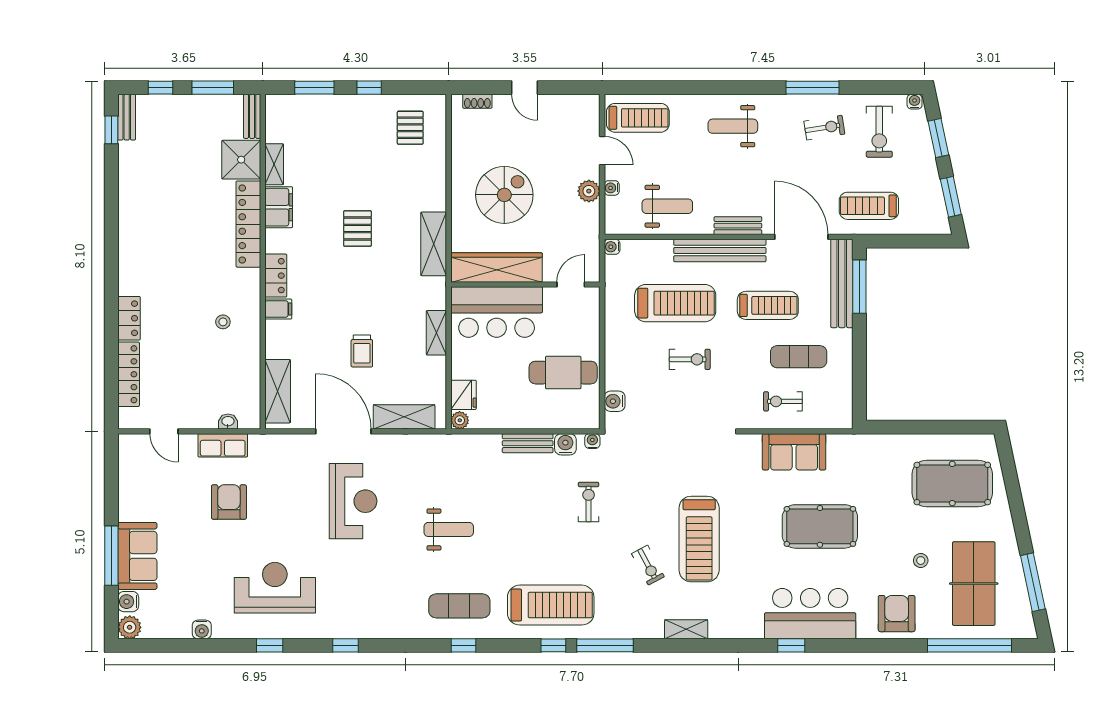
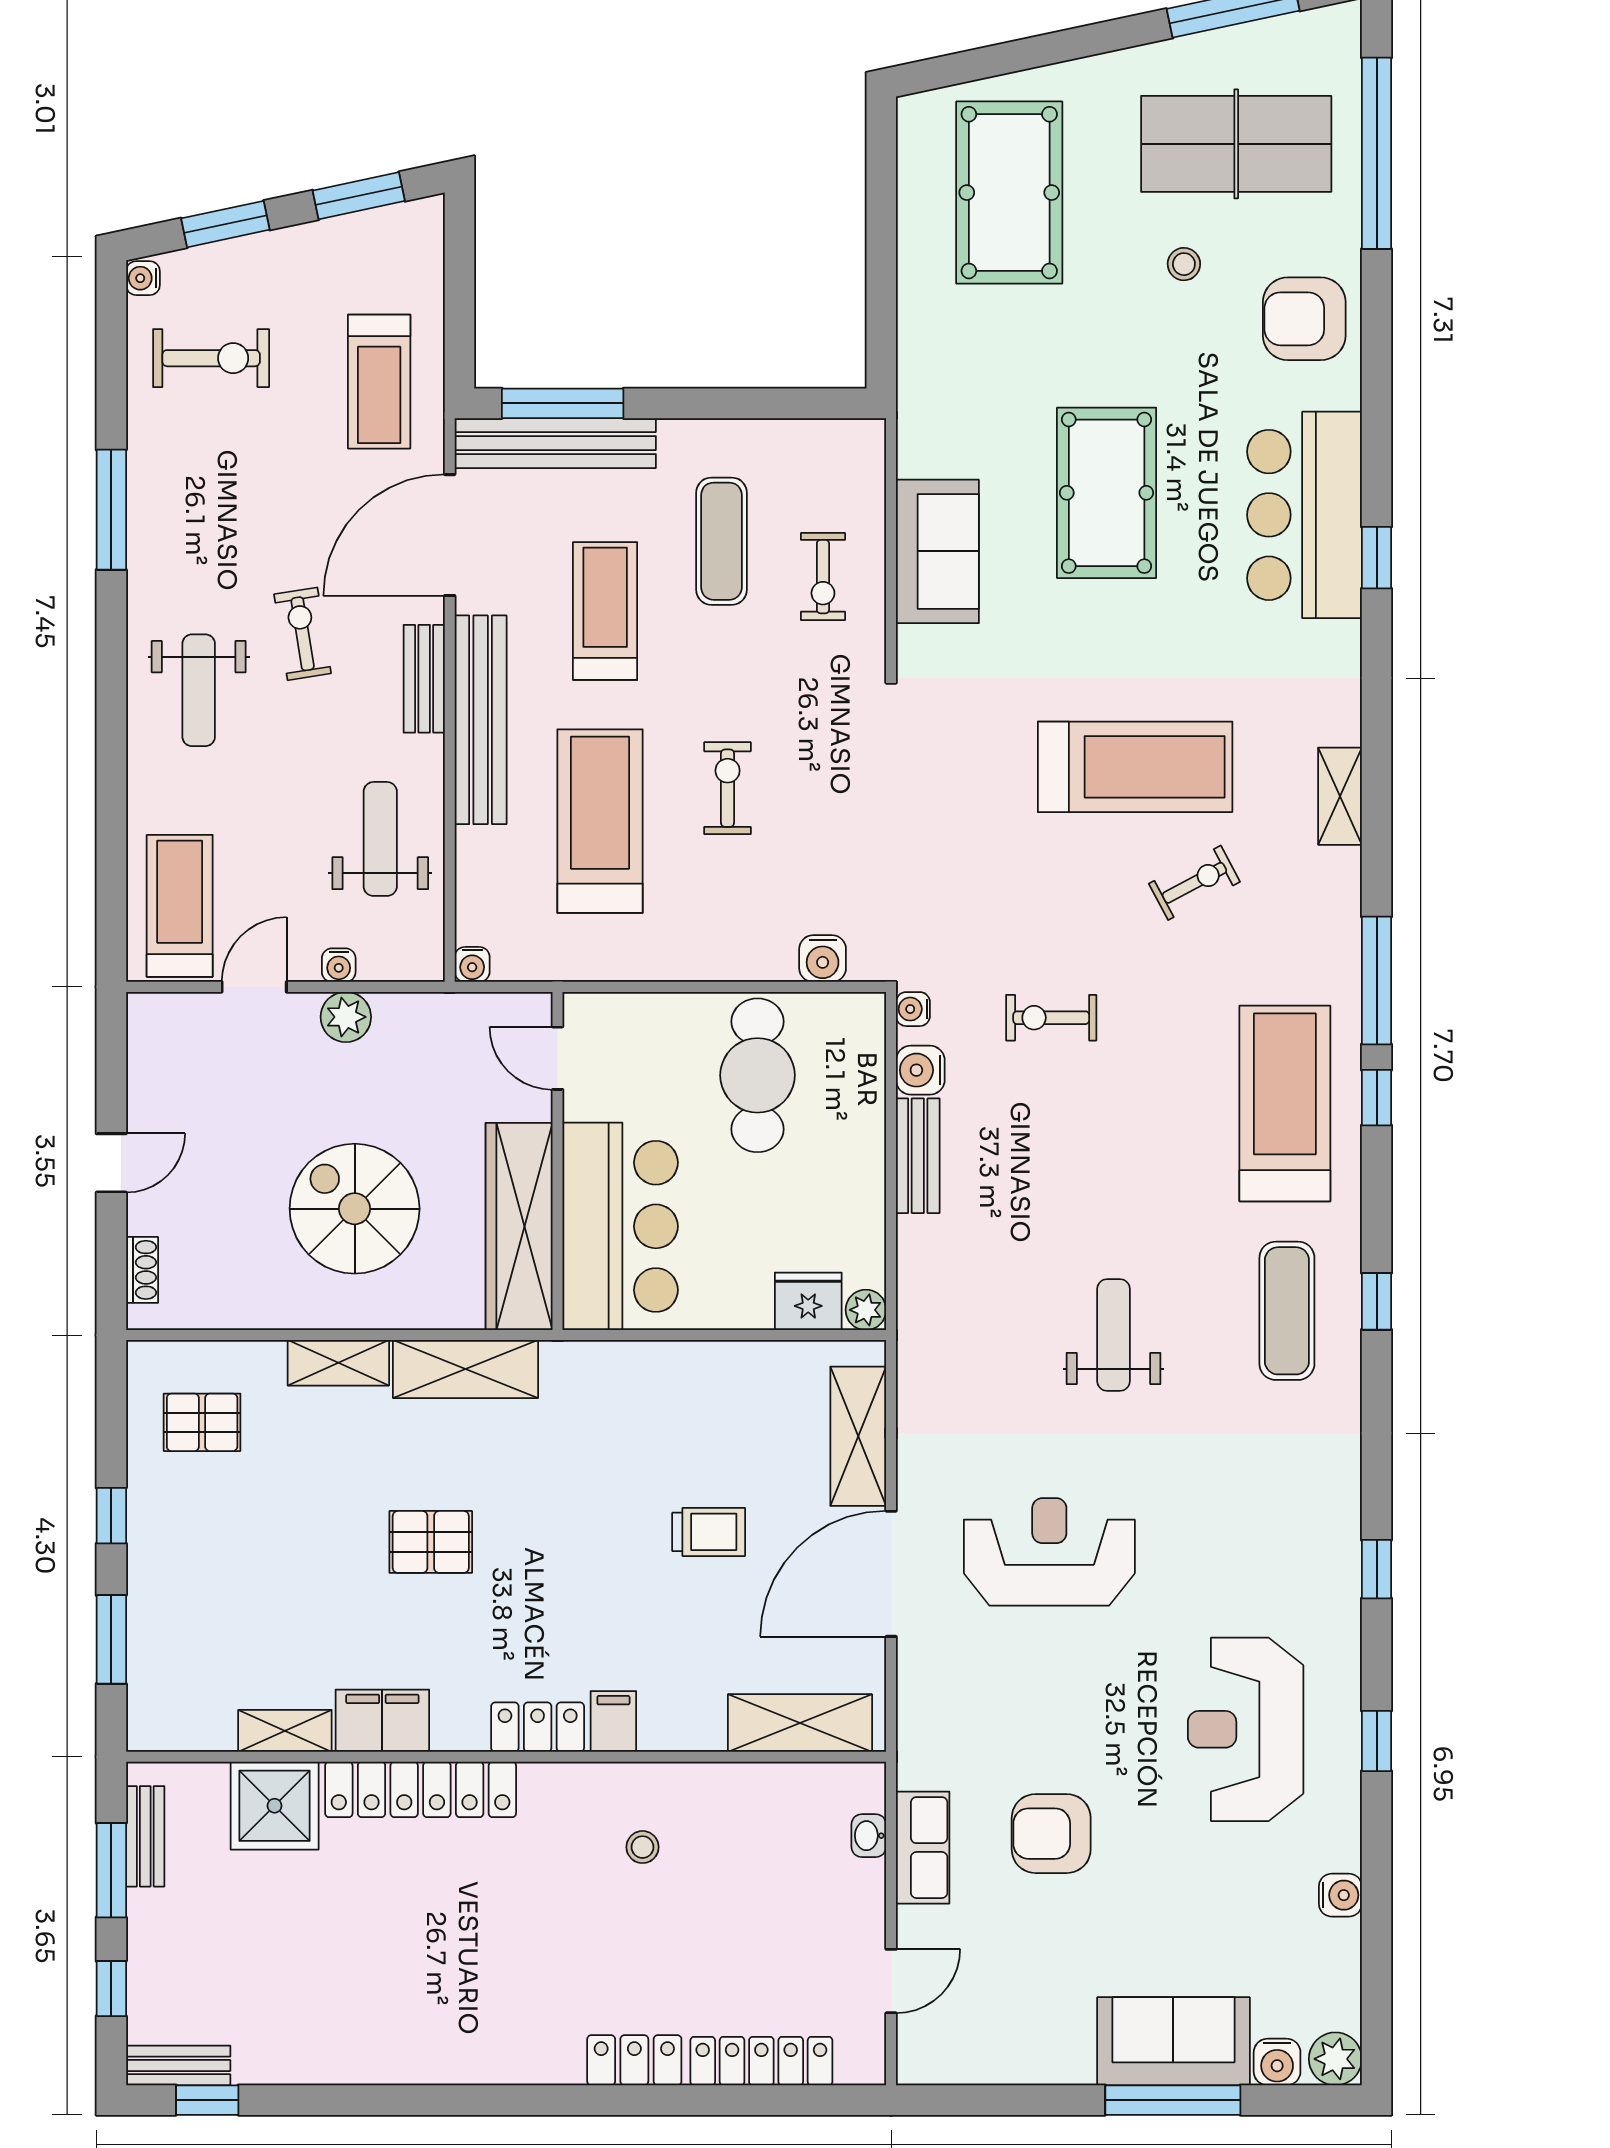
bench: (252, 116) -> (145, 1836), moved, turned 90
exercise bike: (824, 128) -> (303, 634), moved
shelving: (436, 333) -> (338, 1363), moved

